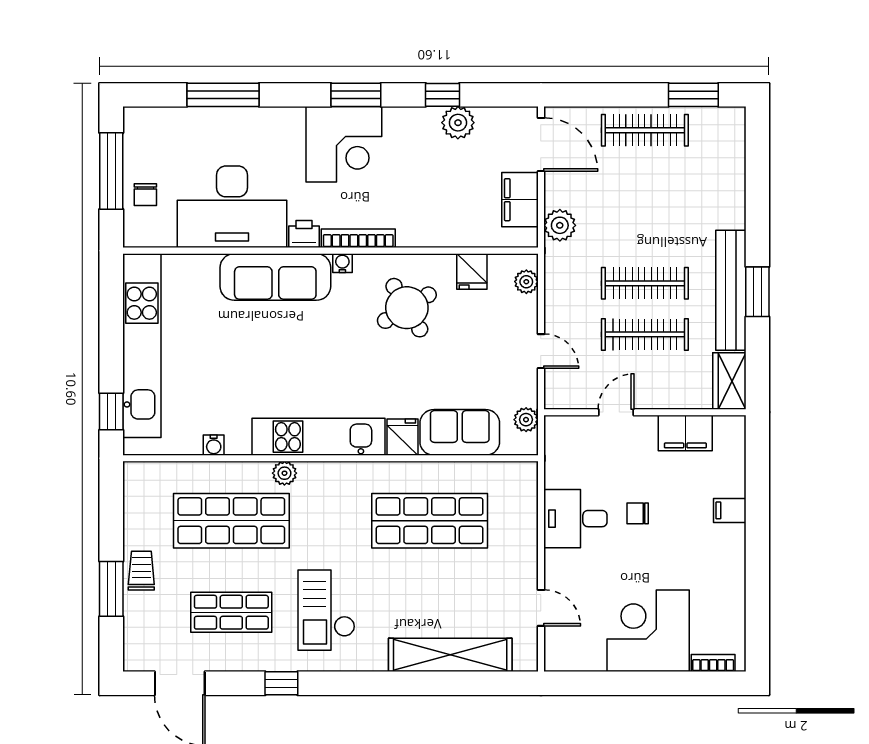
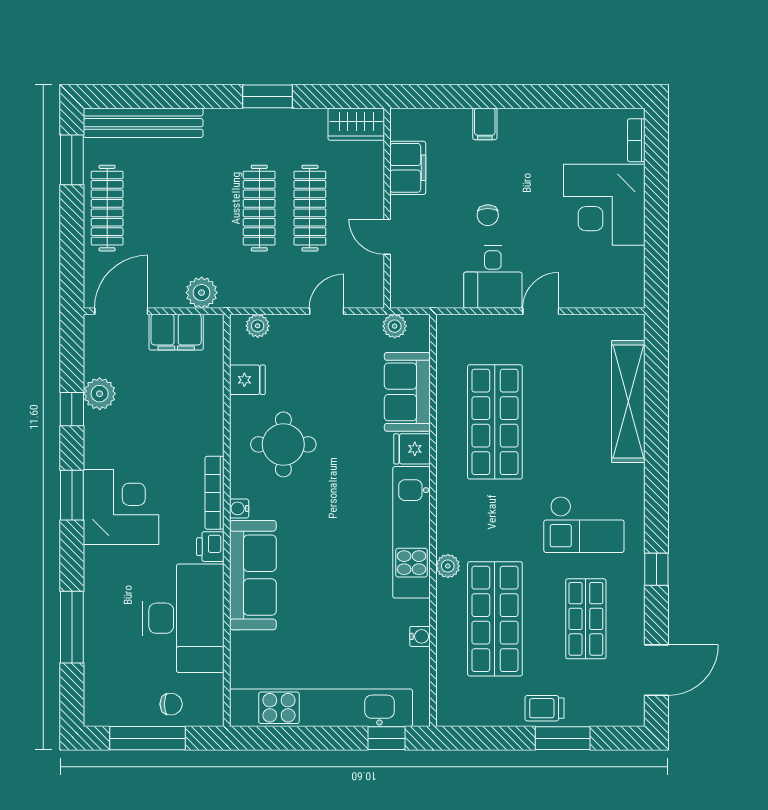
bench: (731, 290) -> (143, 123), moved
round table: (407, 308) -> (283, 444), turned 31
door: (541, 608) -> (541, 311), moved

